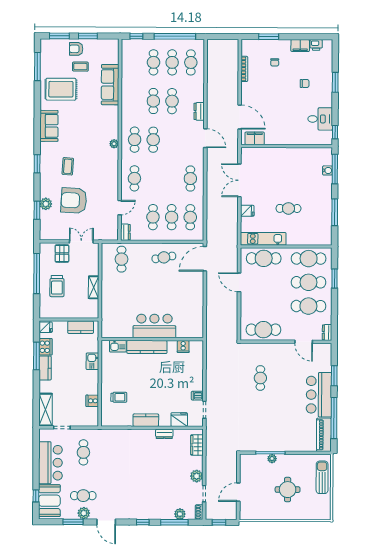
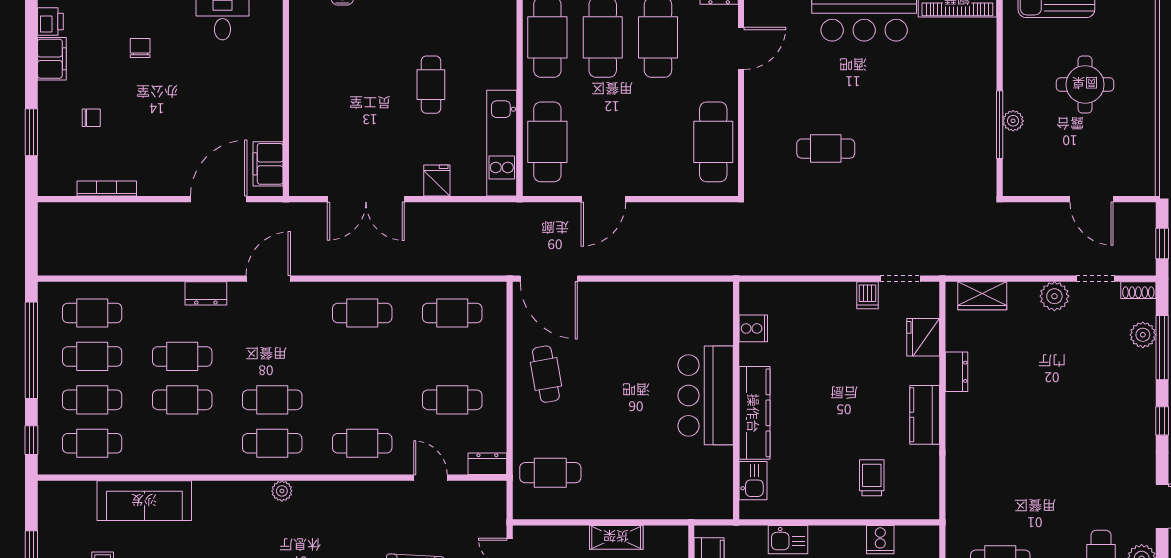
cafe table: (172, 217) -> (92, 443), moved

